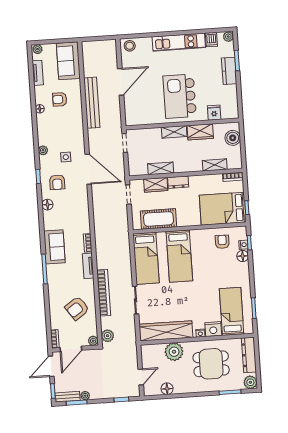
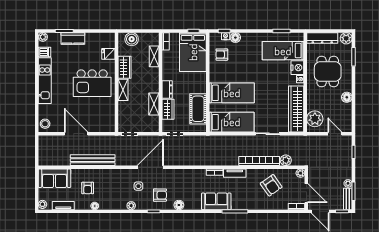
plant: (108, 336) -> (286, 160), moved
plant: (174, 352) -> (315, 119), moved
floor lamp: (167, 389) -> (347, 97), moved

